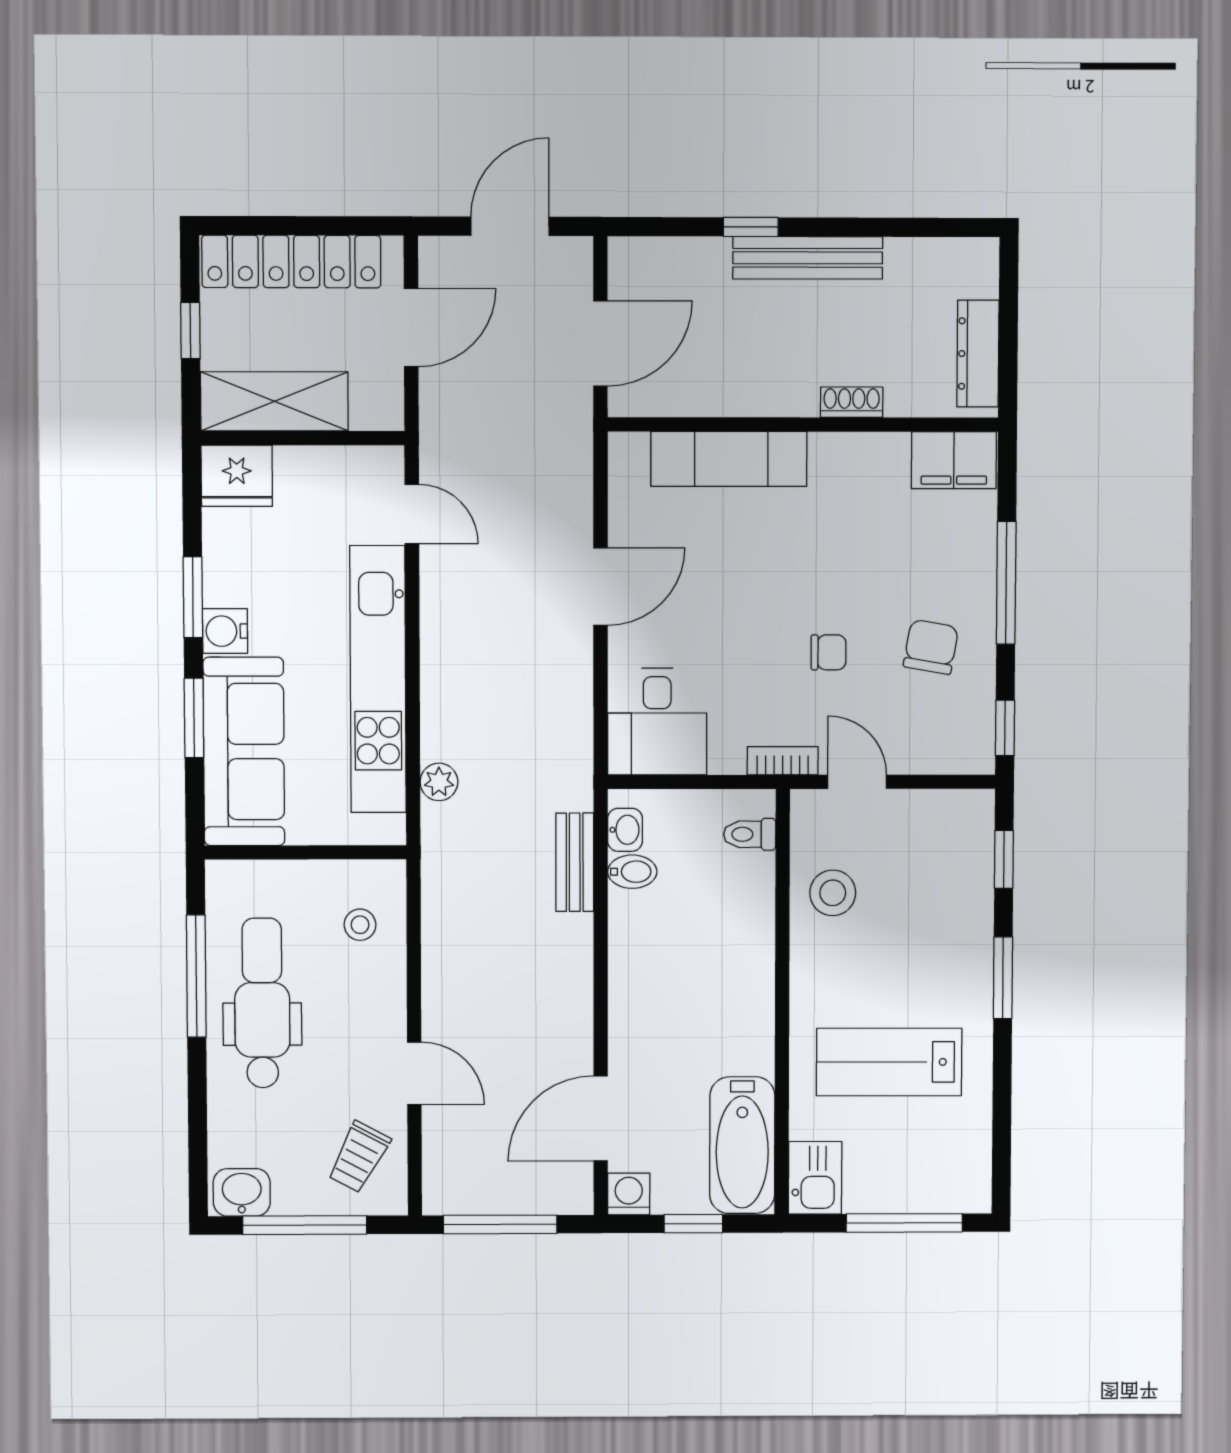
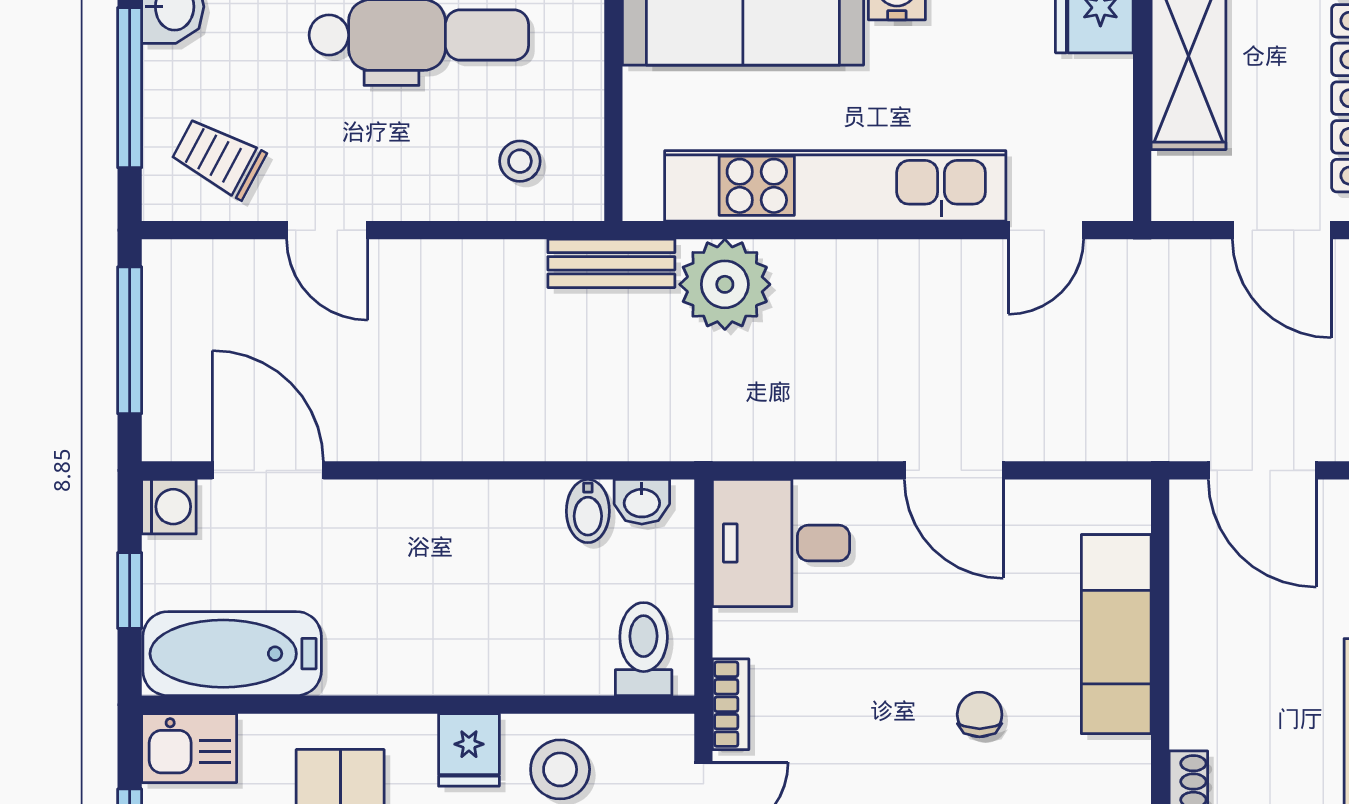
chair: (828, 652) -> (980, 714), moved, turned 180
plant: (439, 782) -> (725, 284), width x1.87, depth x1.87
toilet: (750, 834) -> (644, 649), width x1.37, depth x1.39
bench: (575, 862) -> (611, 263), moved
fridge: (817, 963) -> (469, 750), added
door: (414, 1073) -> (327, 230), hinge flipped

